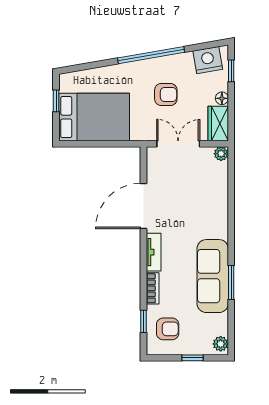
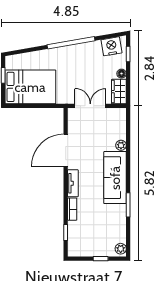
armchair: (166, 94) -> (82, 71), removed
plant: (221, 154) -> (121, 145), moved
sofa: (213, 276) -> (115, 178), moved
armchair: (168, 329) -> (83, 238), removed

